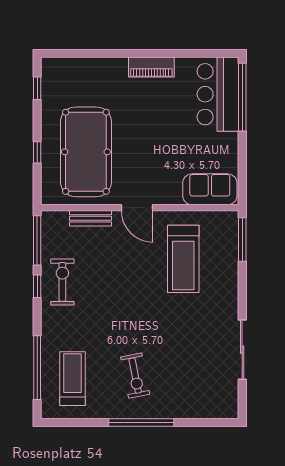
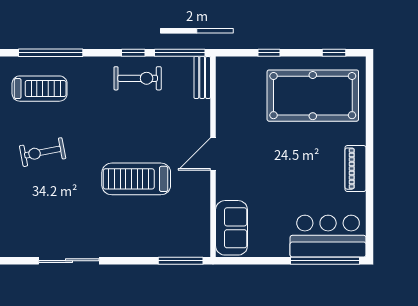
pool table: (86, 152) -> (313, 96), moved
bench: (90, 218) -> (202, 77), moved
treadmill: (183, 259) -> (136, 179), moved

